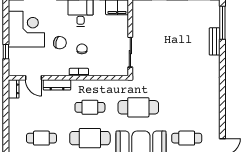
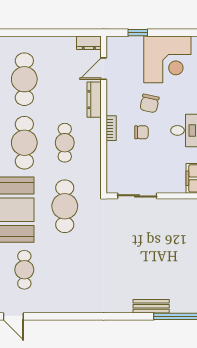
cafe table: (41, 138) -> (24, 79), width x1.37, depth x1.35

